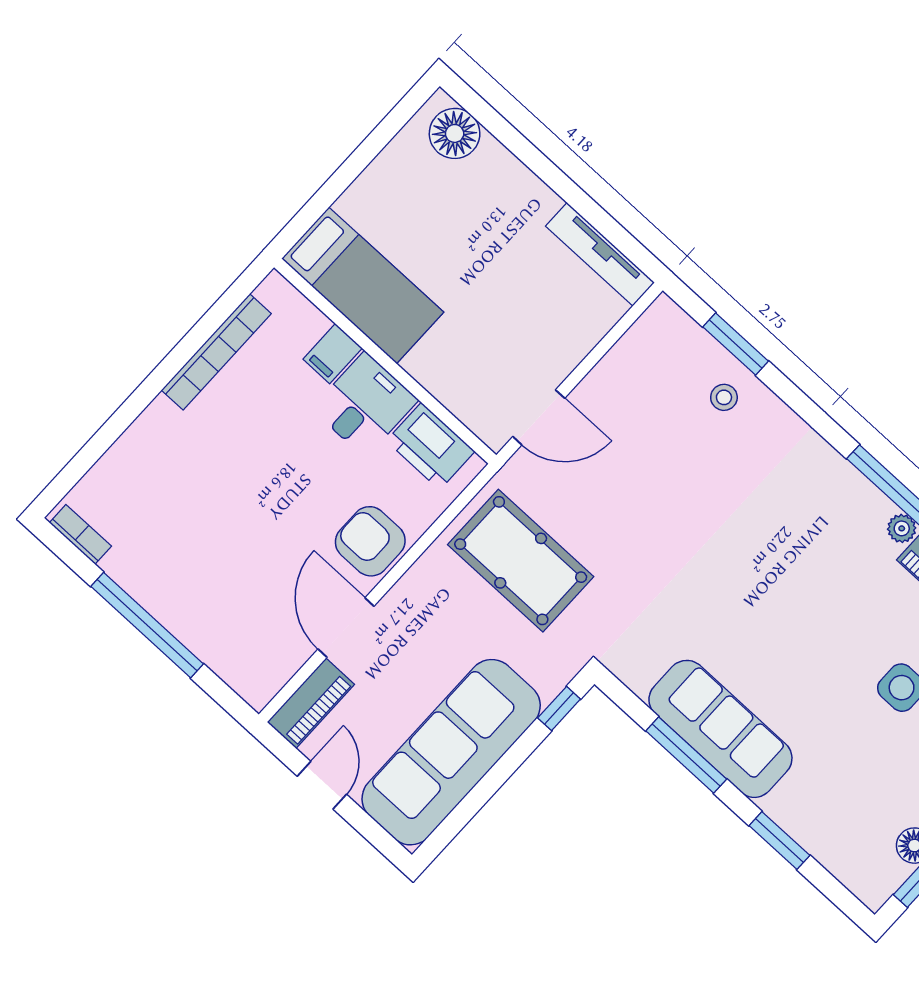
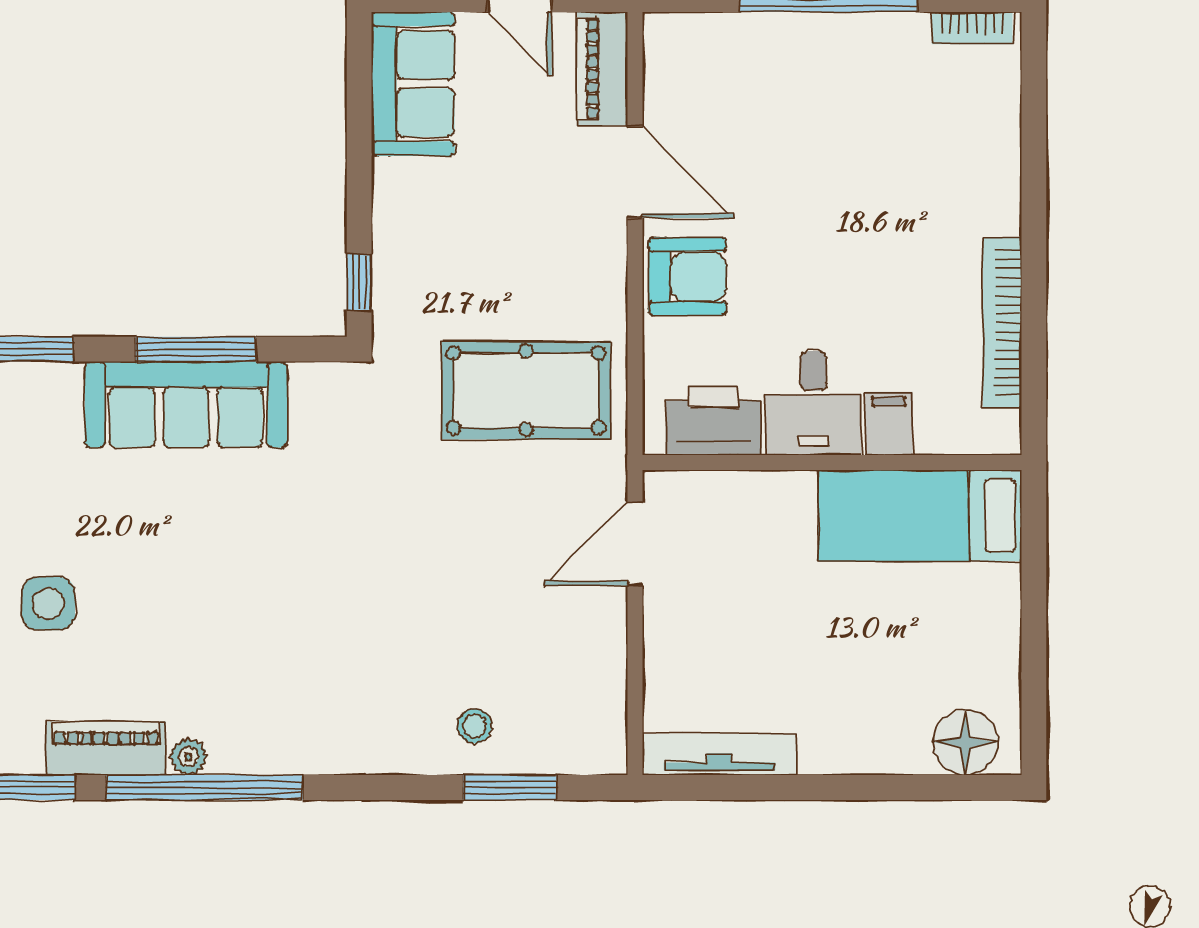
sofa: (451, 752) -> (413, 84), width x0.54, depth x0.79

